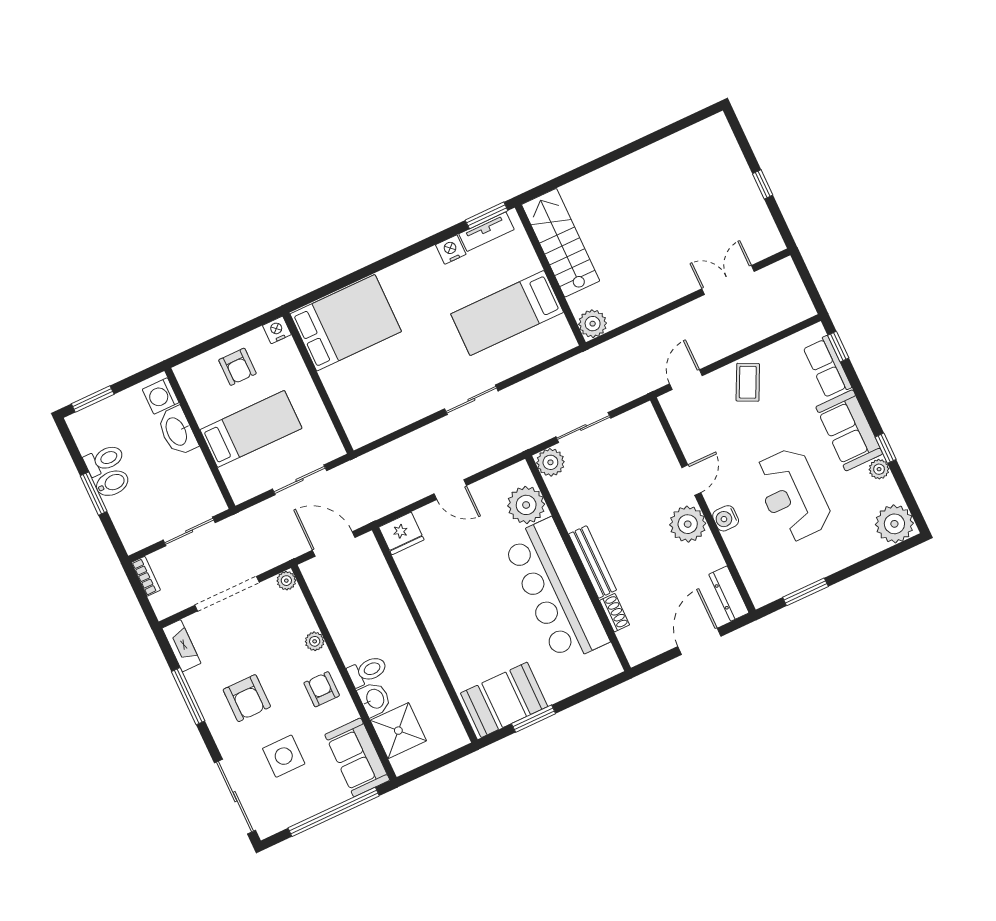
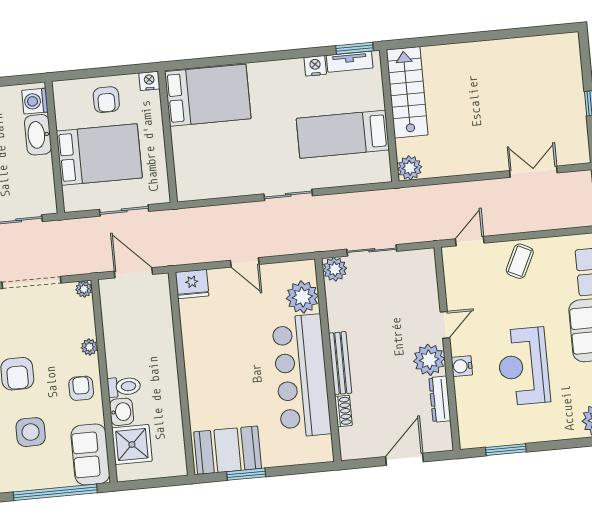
bed: (251, 429) -> (99, 154), width x1.50
dresser: (729, 594) -> (440, 399), moved

